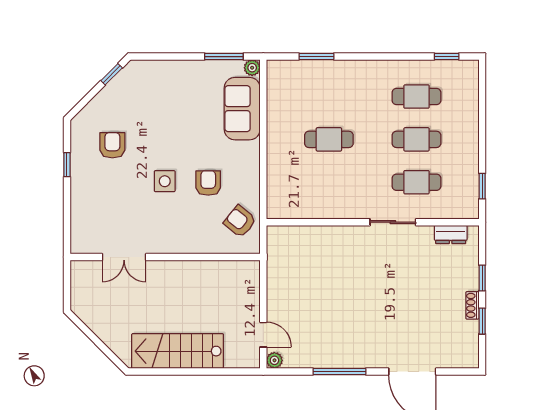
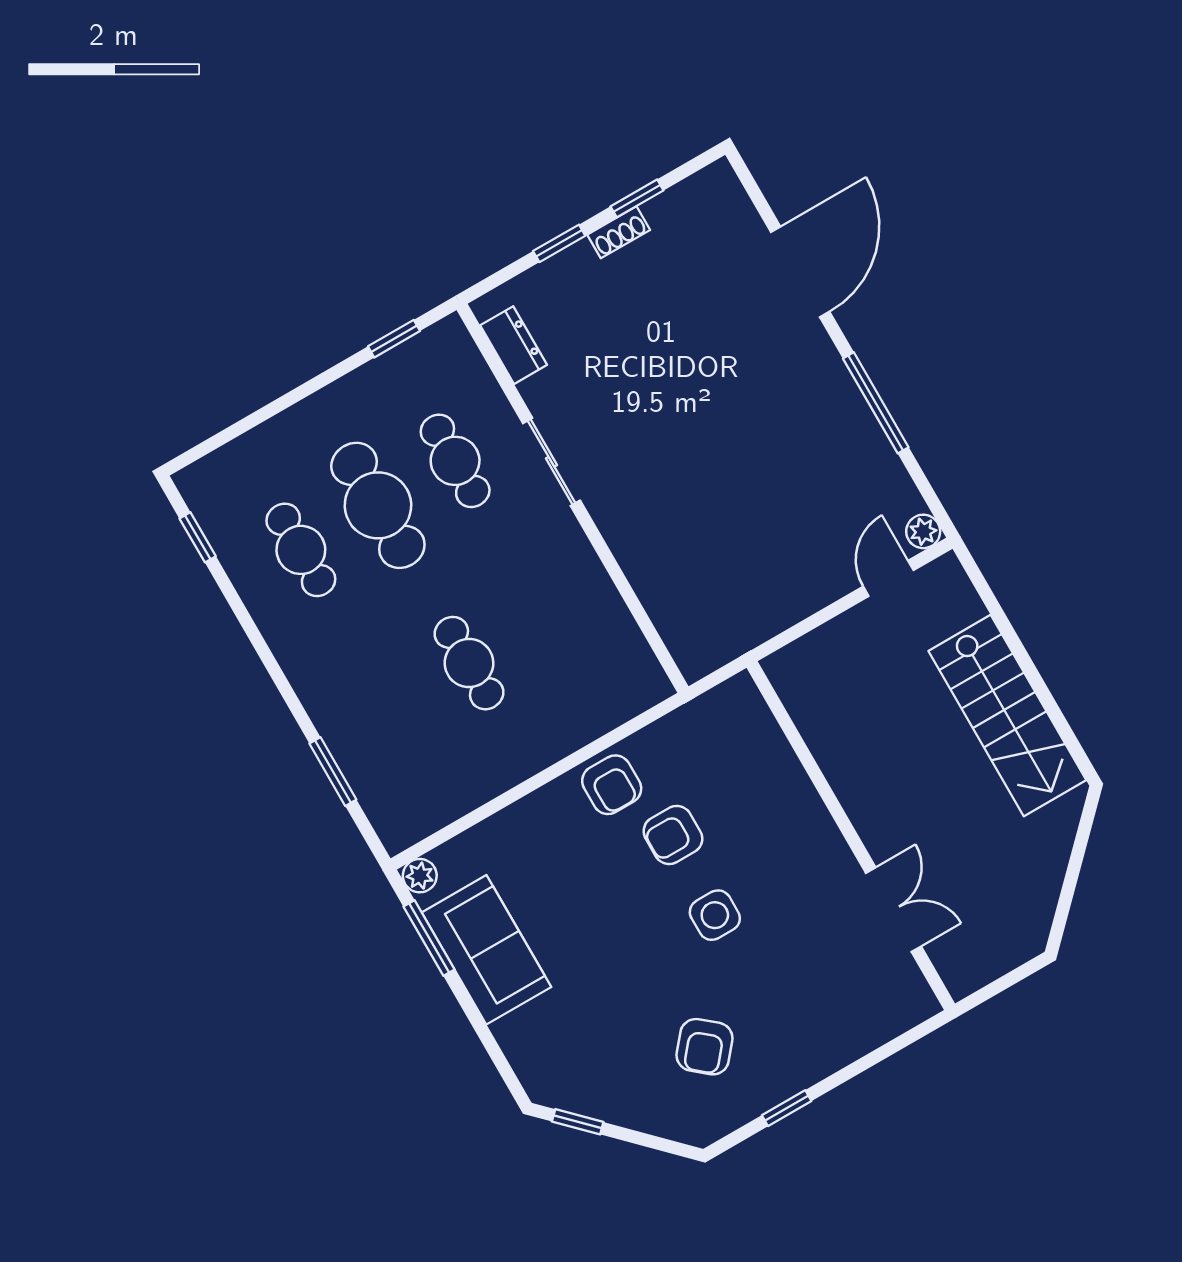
sofa: (242, 109) -> (486, 950), moved, turned -90
cafe table: (416, 139) -> (378, 505), width x1.37, depth x1.35
armchair: (112, 145) -> (705, 1047), turned -50
armchair: (240, 221) -> (612, 785), moved, turned -39

